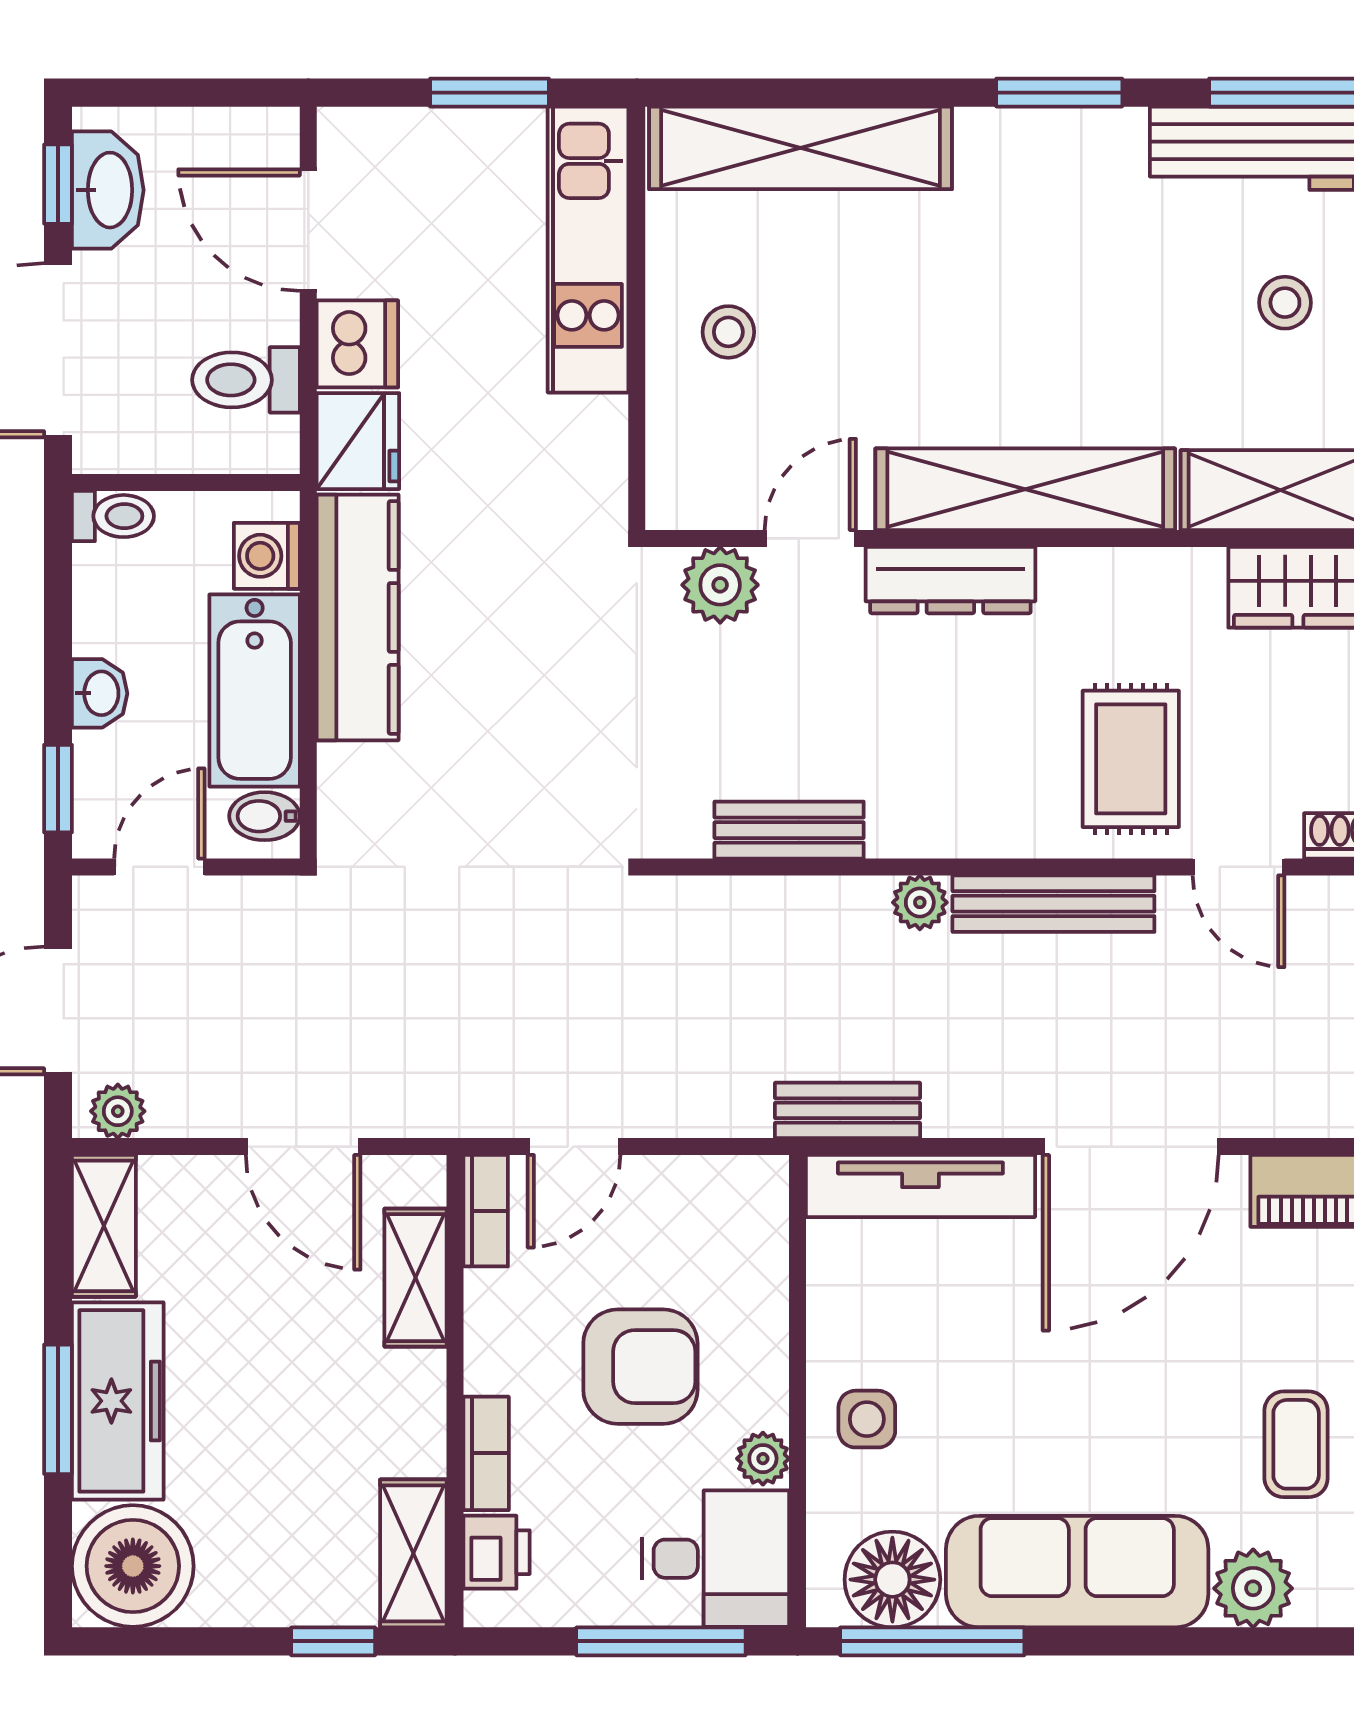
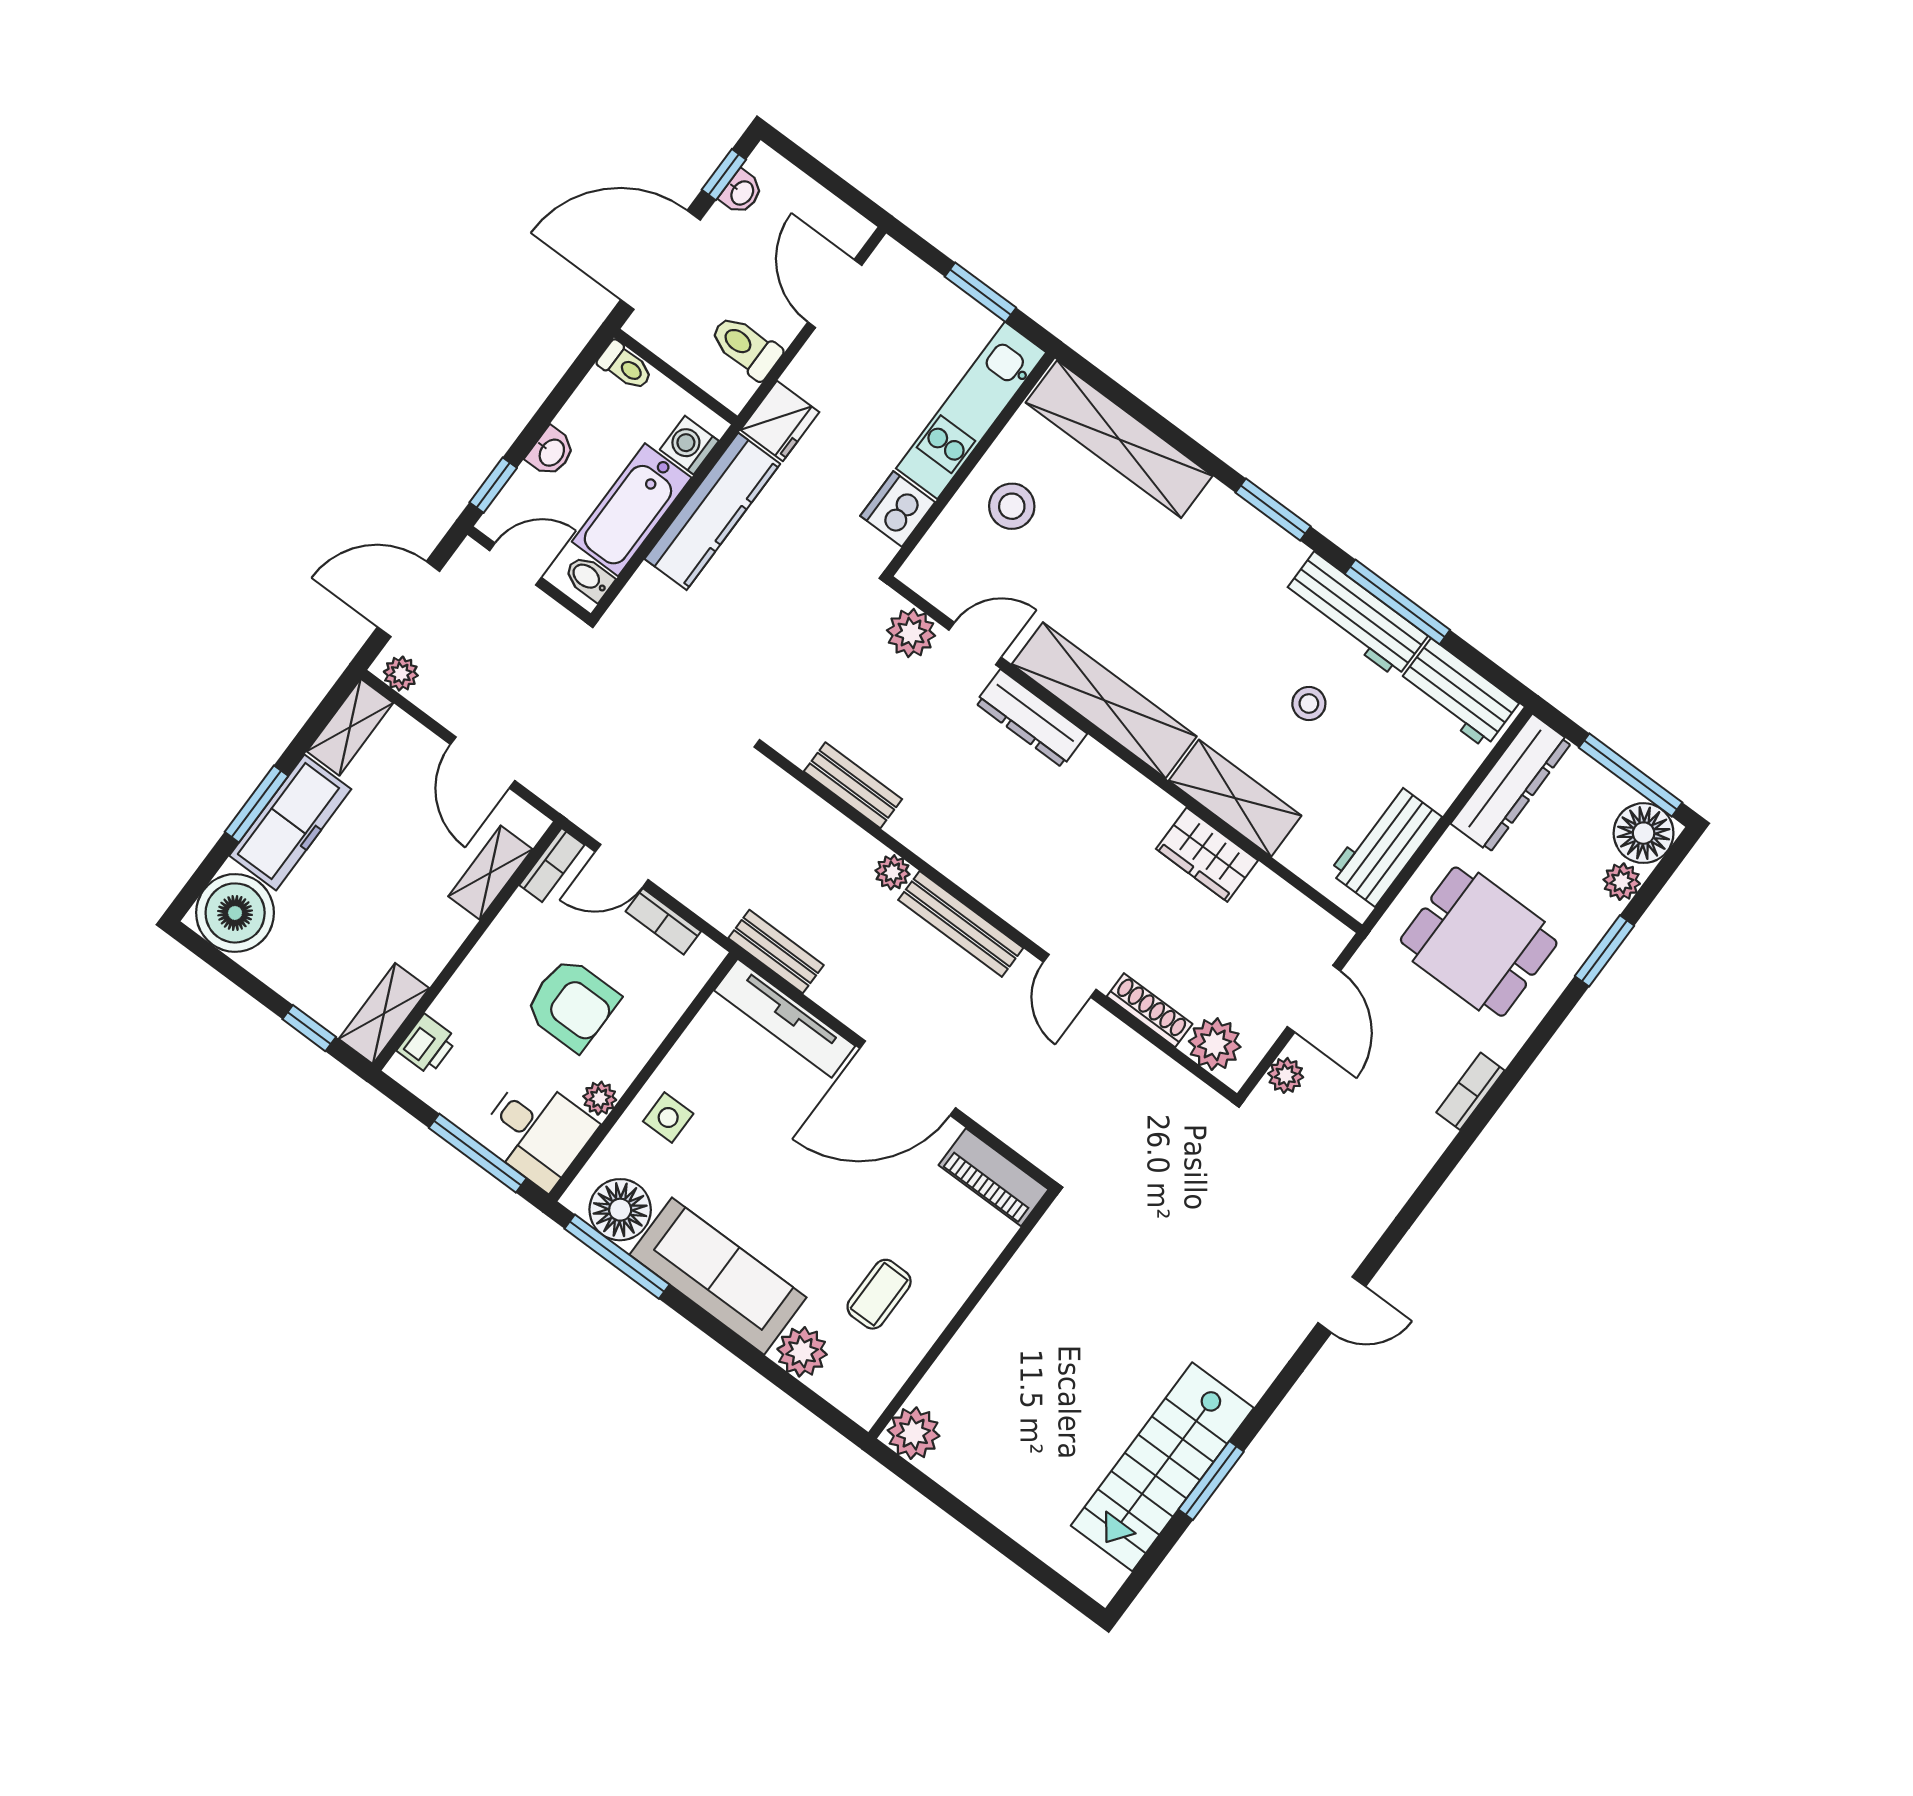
washbasin: (108, 190) -> (741, 192), width x0.52, depth x0.69
stool: (728, 332) -> (1012, 506), width x1.37, depth x1.37
dishwasher: (357, 344) -> (898, 509), moved, turned 180
rug: (1131, 759) -> (1056, 879), removed
bookcase: (486, 1453) -> (663, 921), moved, turned 90

